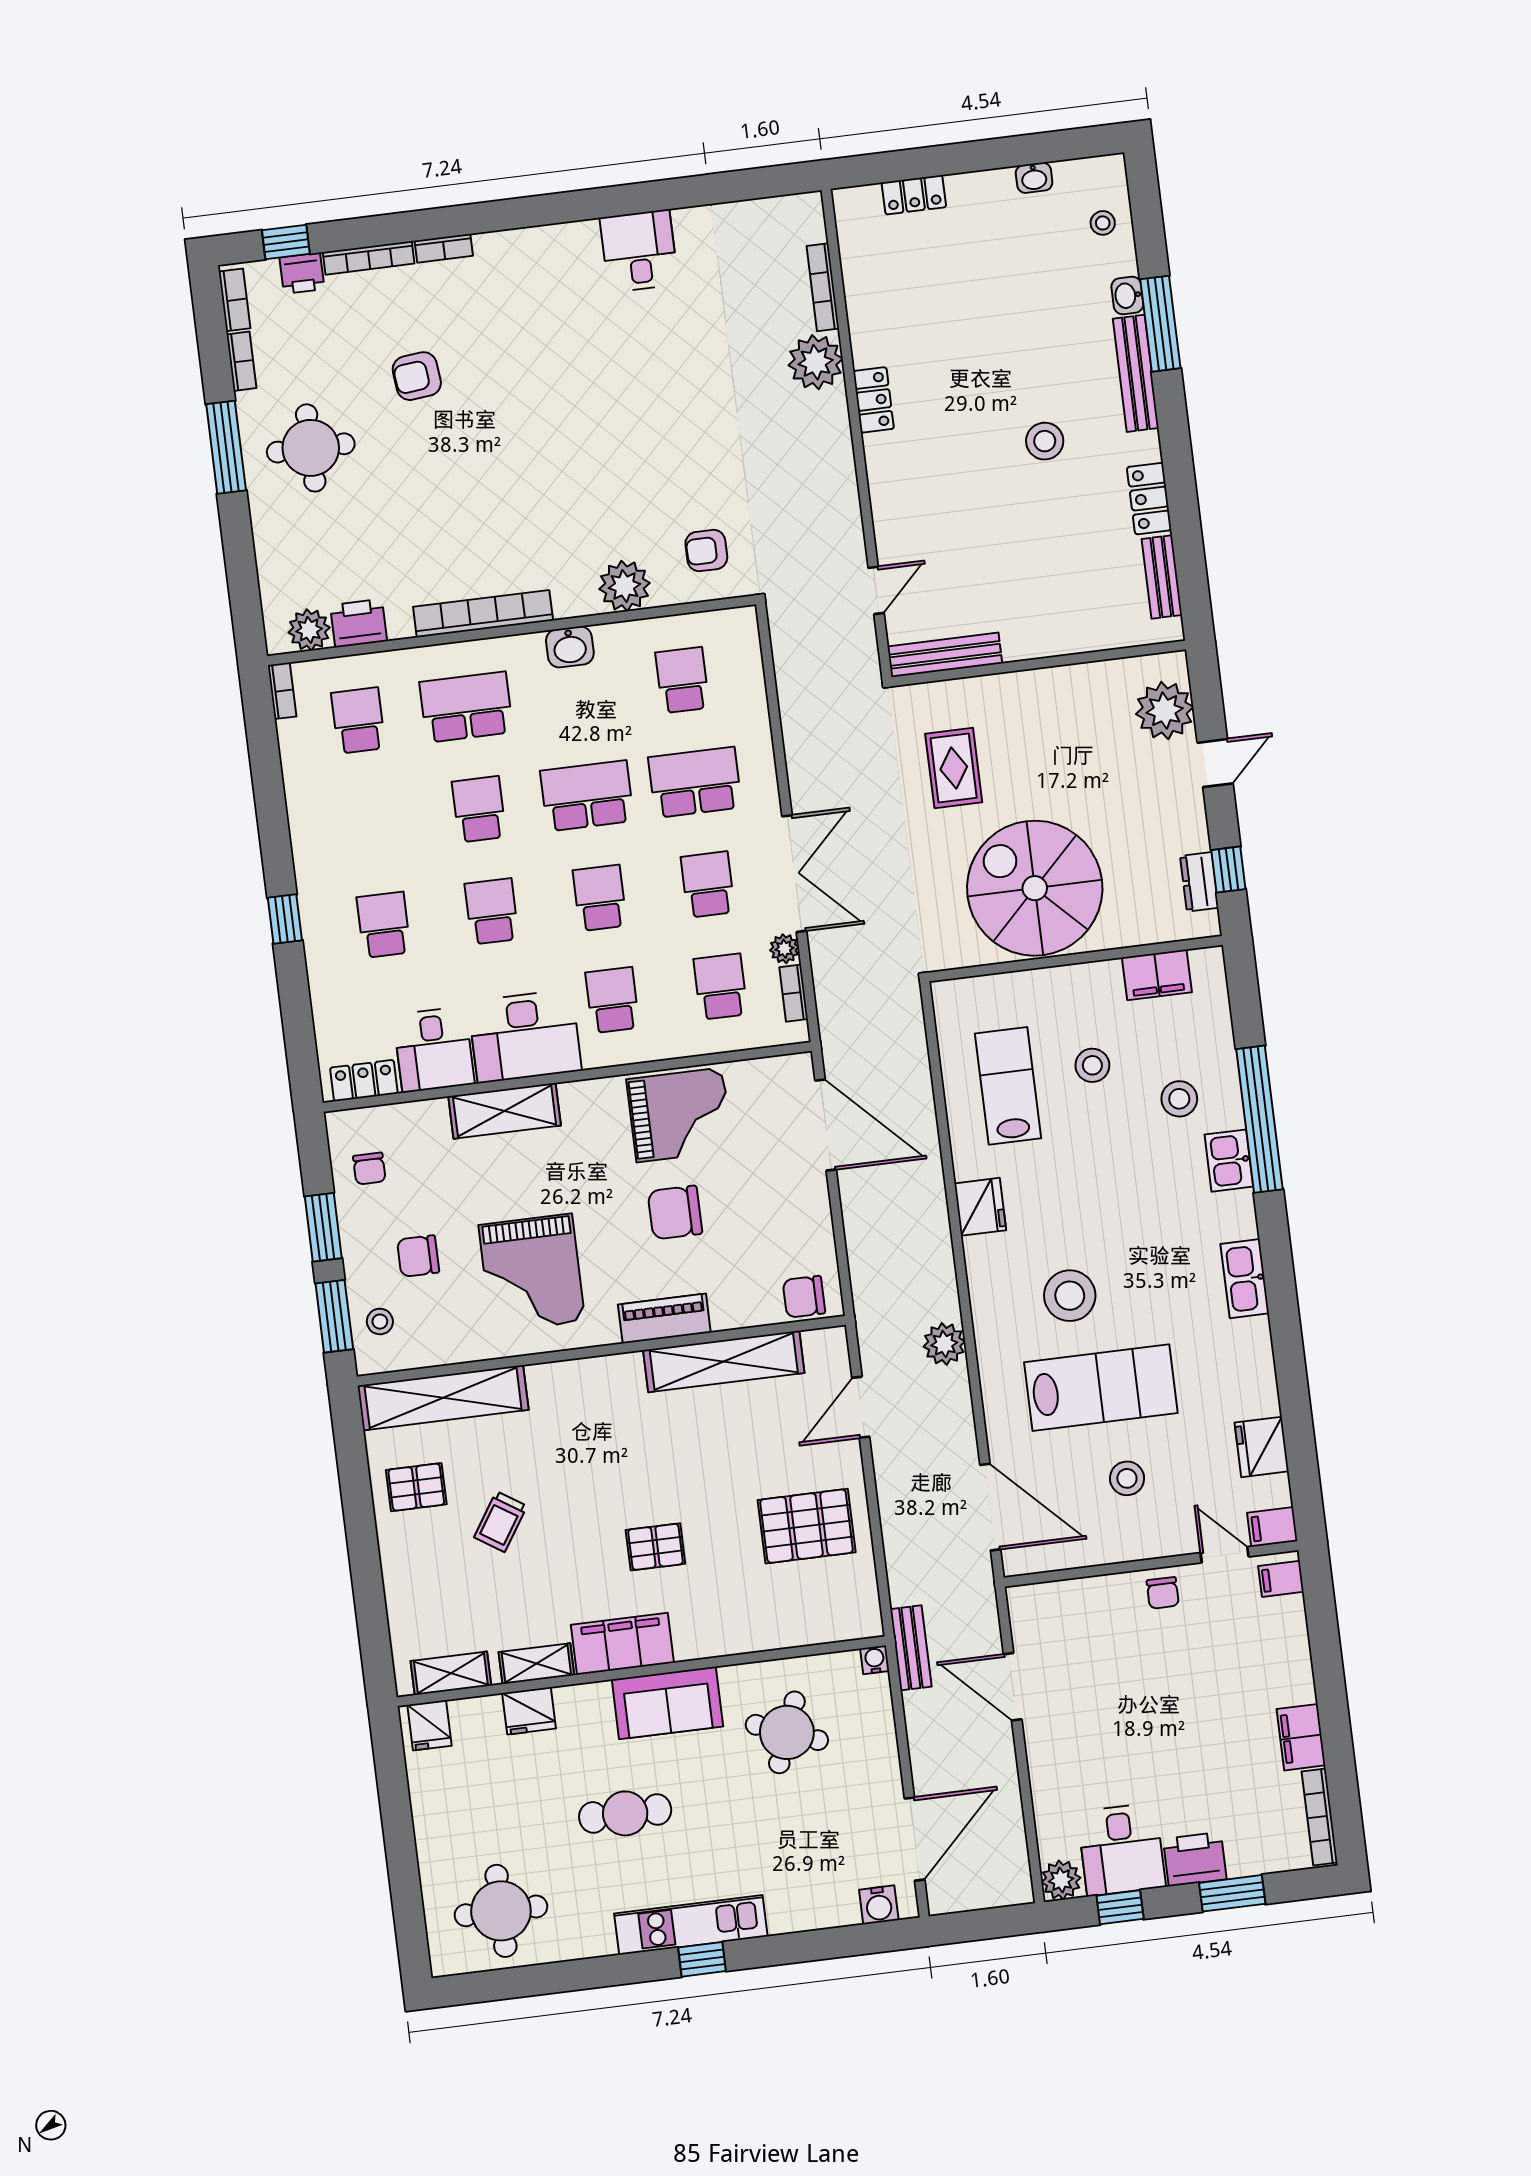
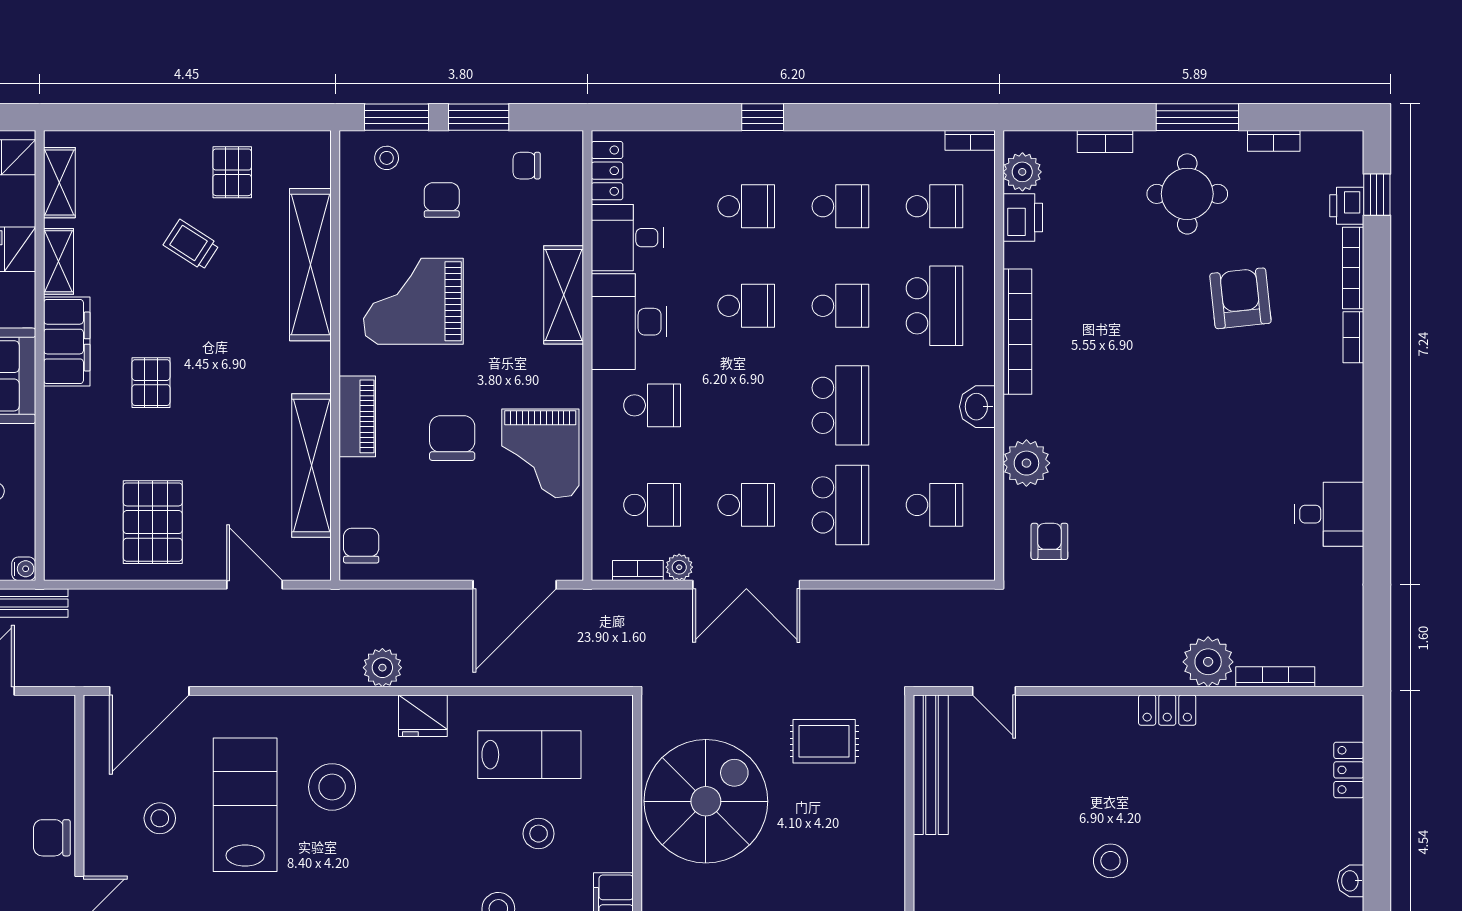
bookcase: (235, 300) -> (1105, 142), moved
armchair: (417, 376) -> (1240, 298), width x1.38, depth x1.38
bench: (945, 655) -> (931, 765), width x1.37, depth x1.21
school desk: (600, 898) -> (840, 206), moved
plant: (944, 1344) -> (382, 668), moved
lab bench: (1101, 1388) -> (245, 805), turned 180
shelving: (443, 1398) -> (310, 265), moved
chair: (1163, 1593) -> (52, 838), width x1.37, depth x1.37

